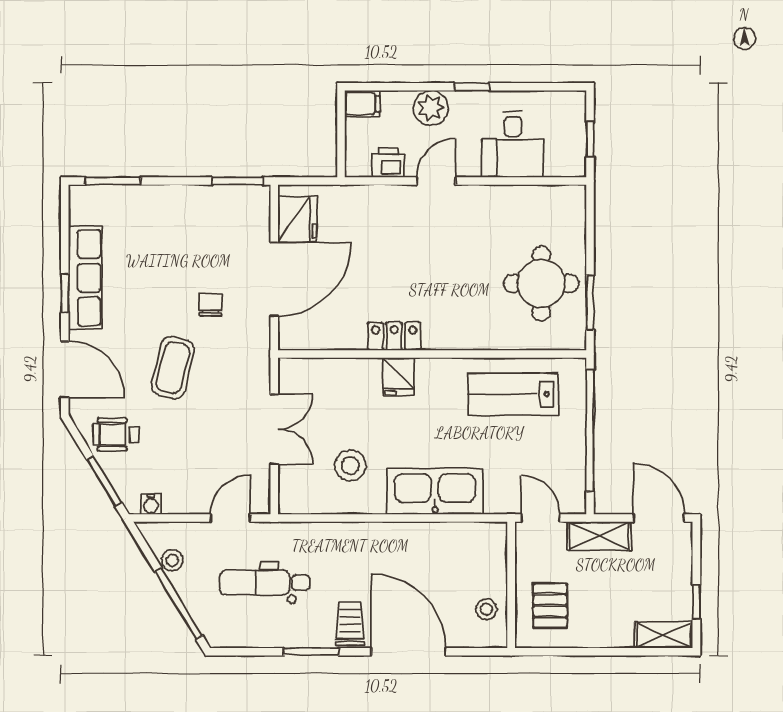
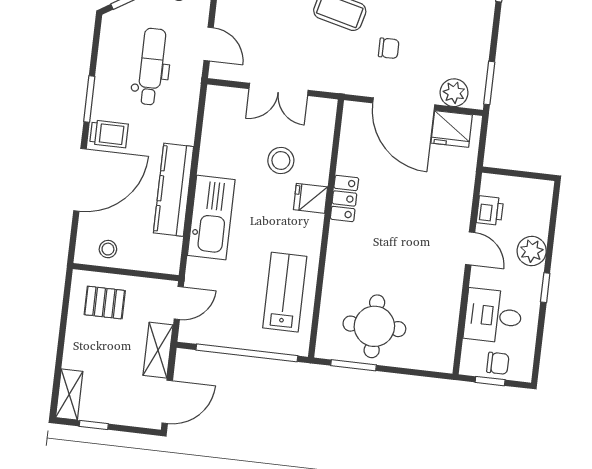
filing cabinet: (362, 104) -> (542, 194), removed
chair: (568, 132) -> (498, 363), added
plant: (254, 221) -> (454, 93), added
stool: (350, 466) -> (281, 161), moved
kitchen counter: (407, 540) -> (174, 190), added

